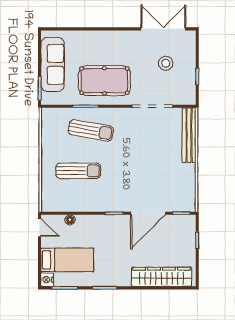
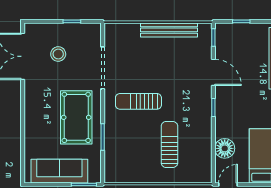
sun lounger: (91, 130) -> (138, 101), moved, turned -100
bench: (189, 135) -> (169, 30), moved
door: (148, 213) -> (213, 72), width x0.73
floor lamp: (70, 220) -> (225, 148), width x1.89, depth x1.89

